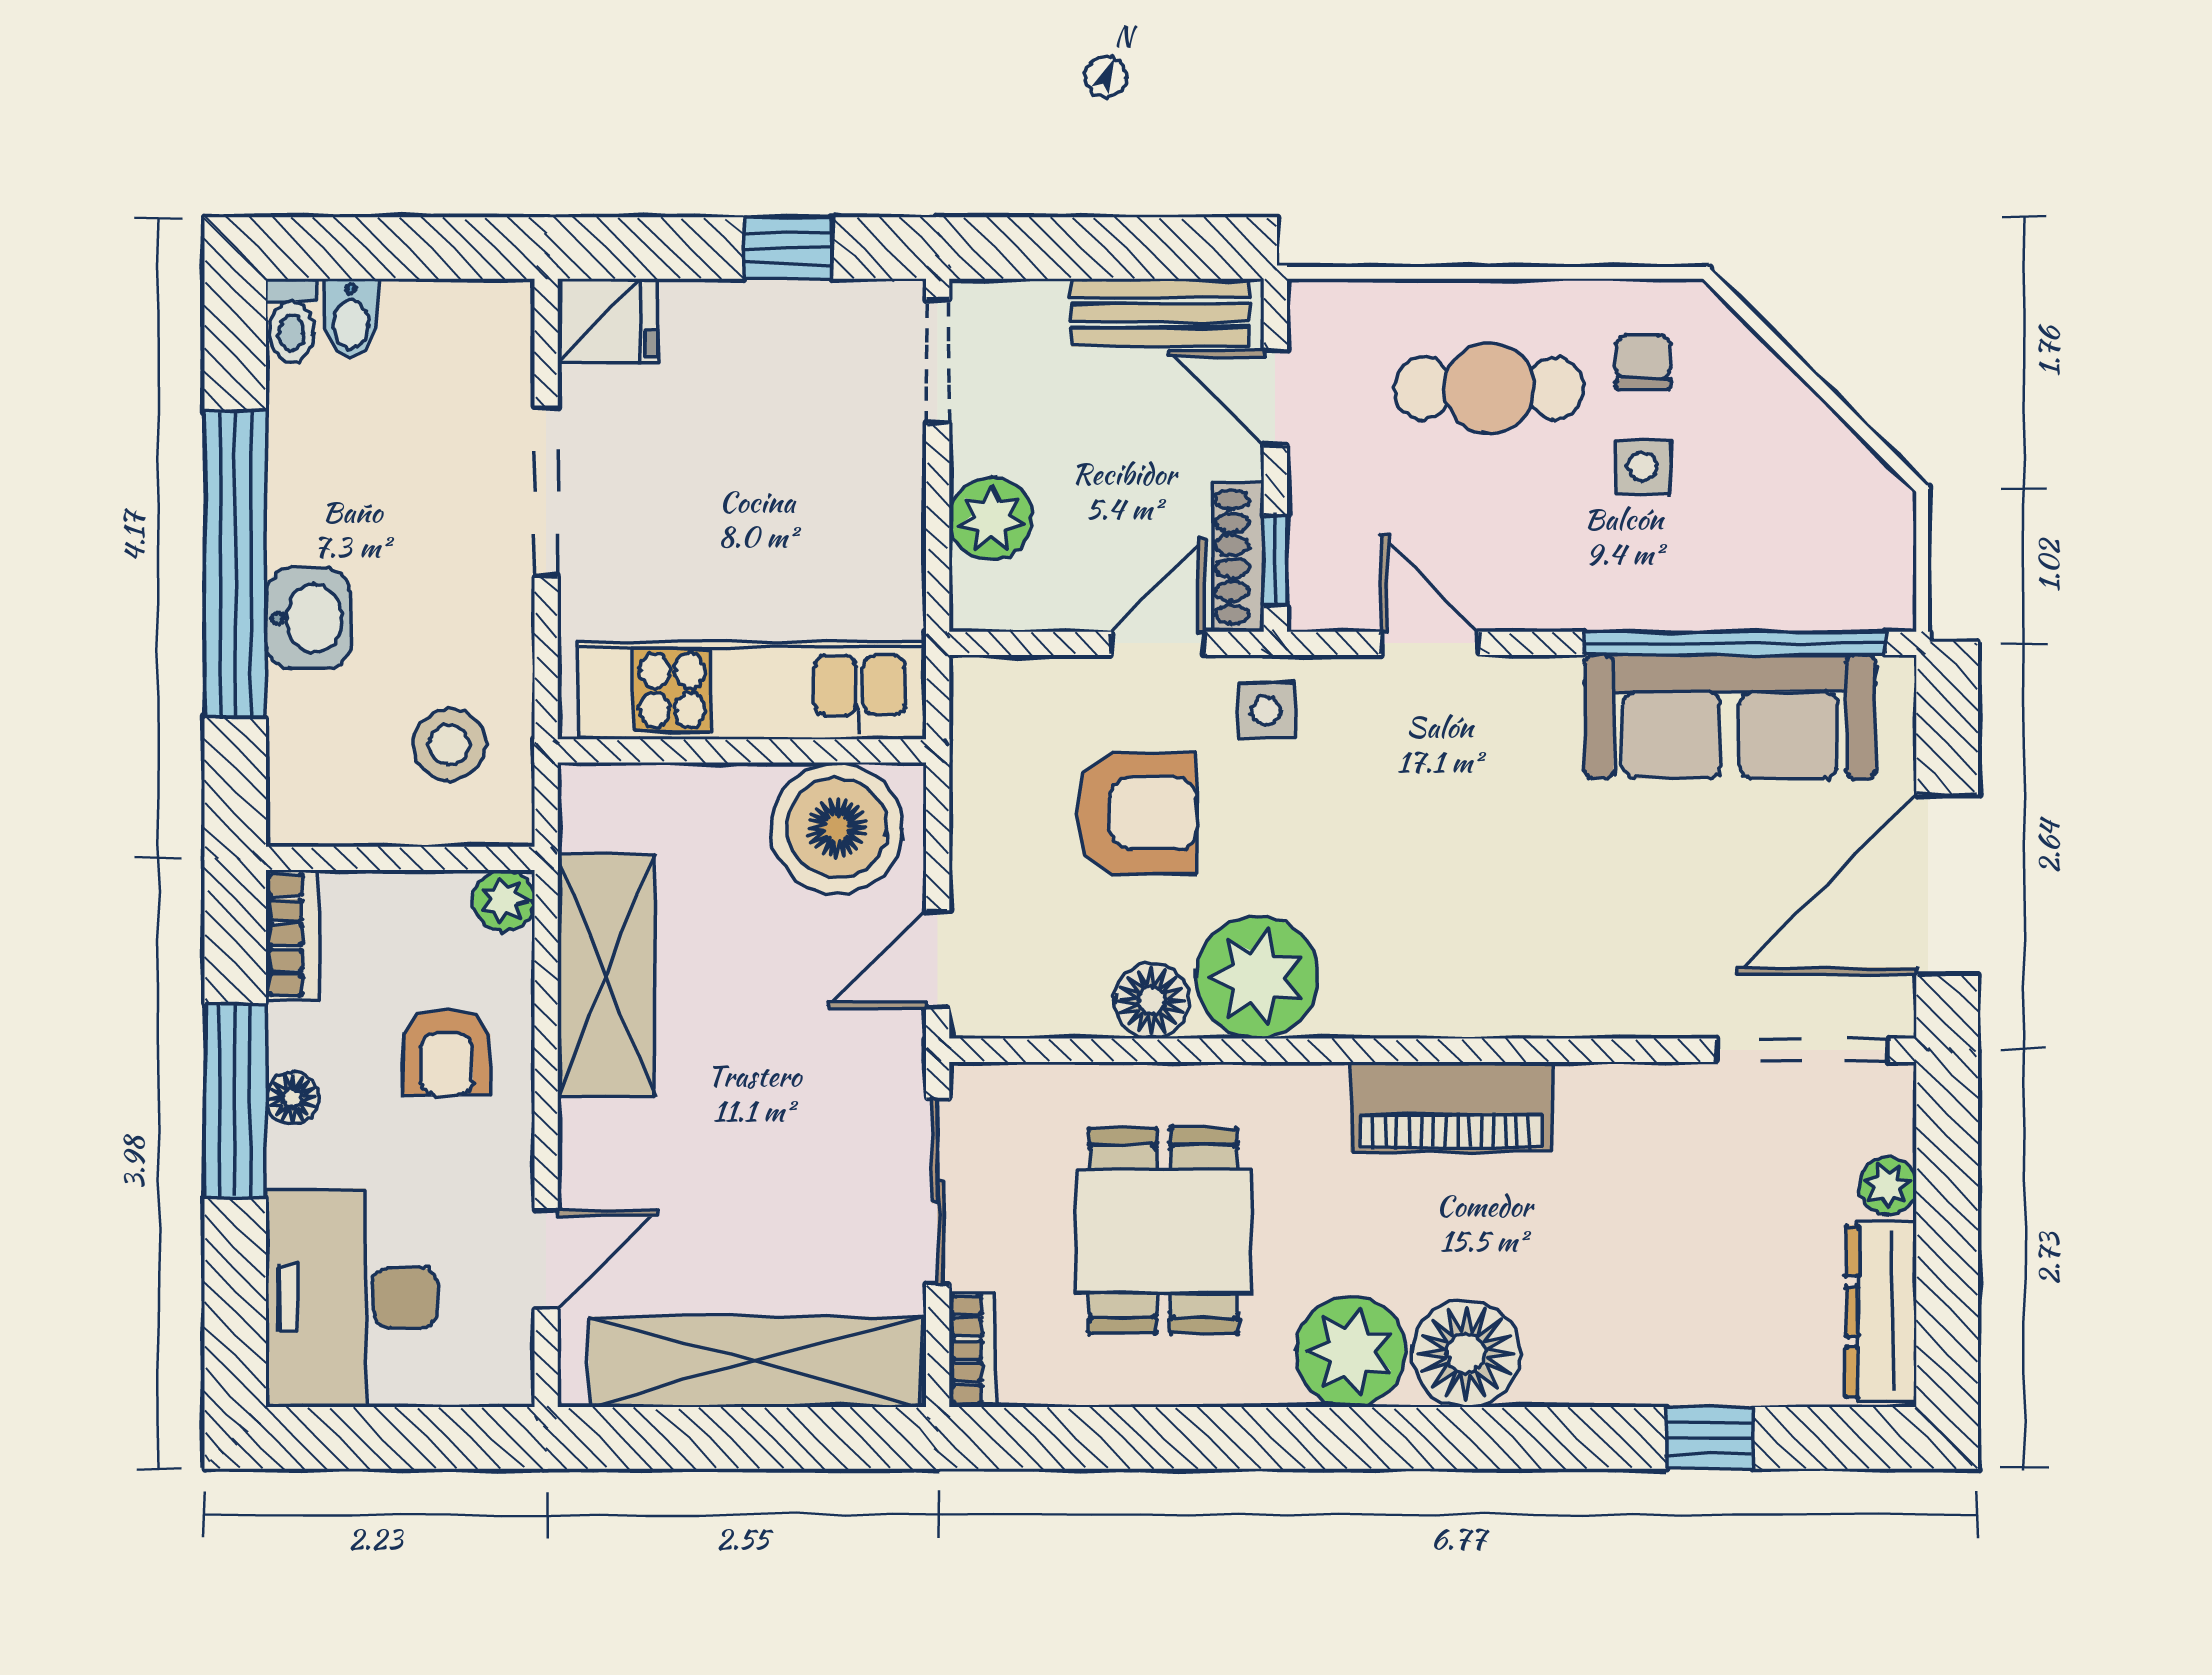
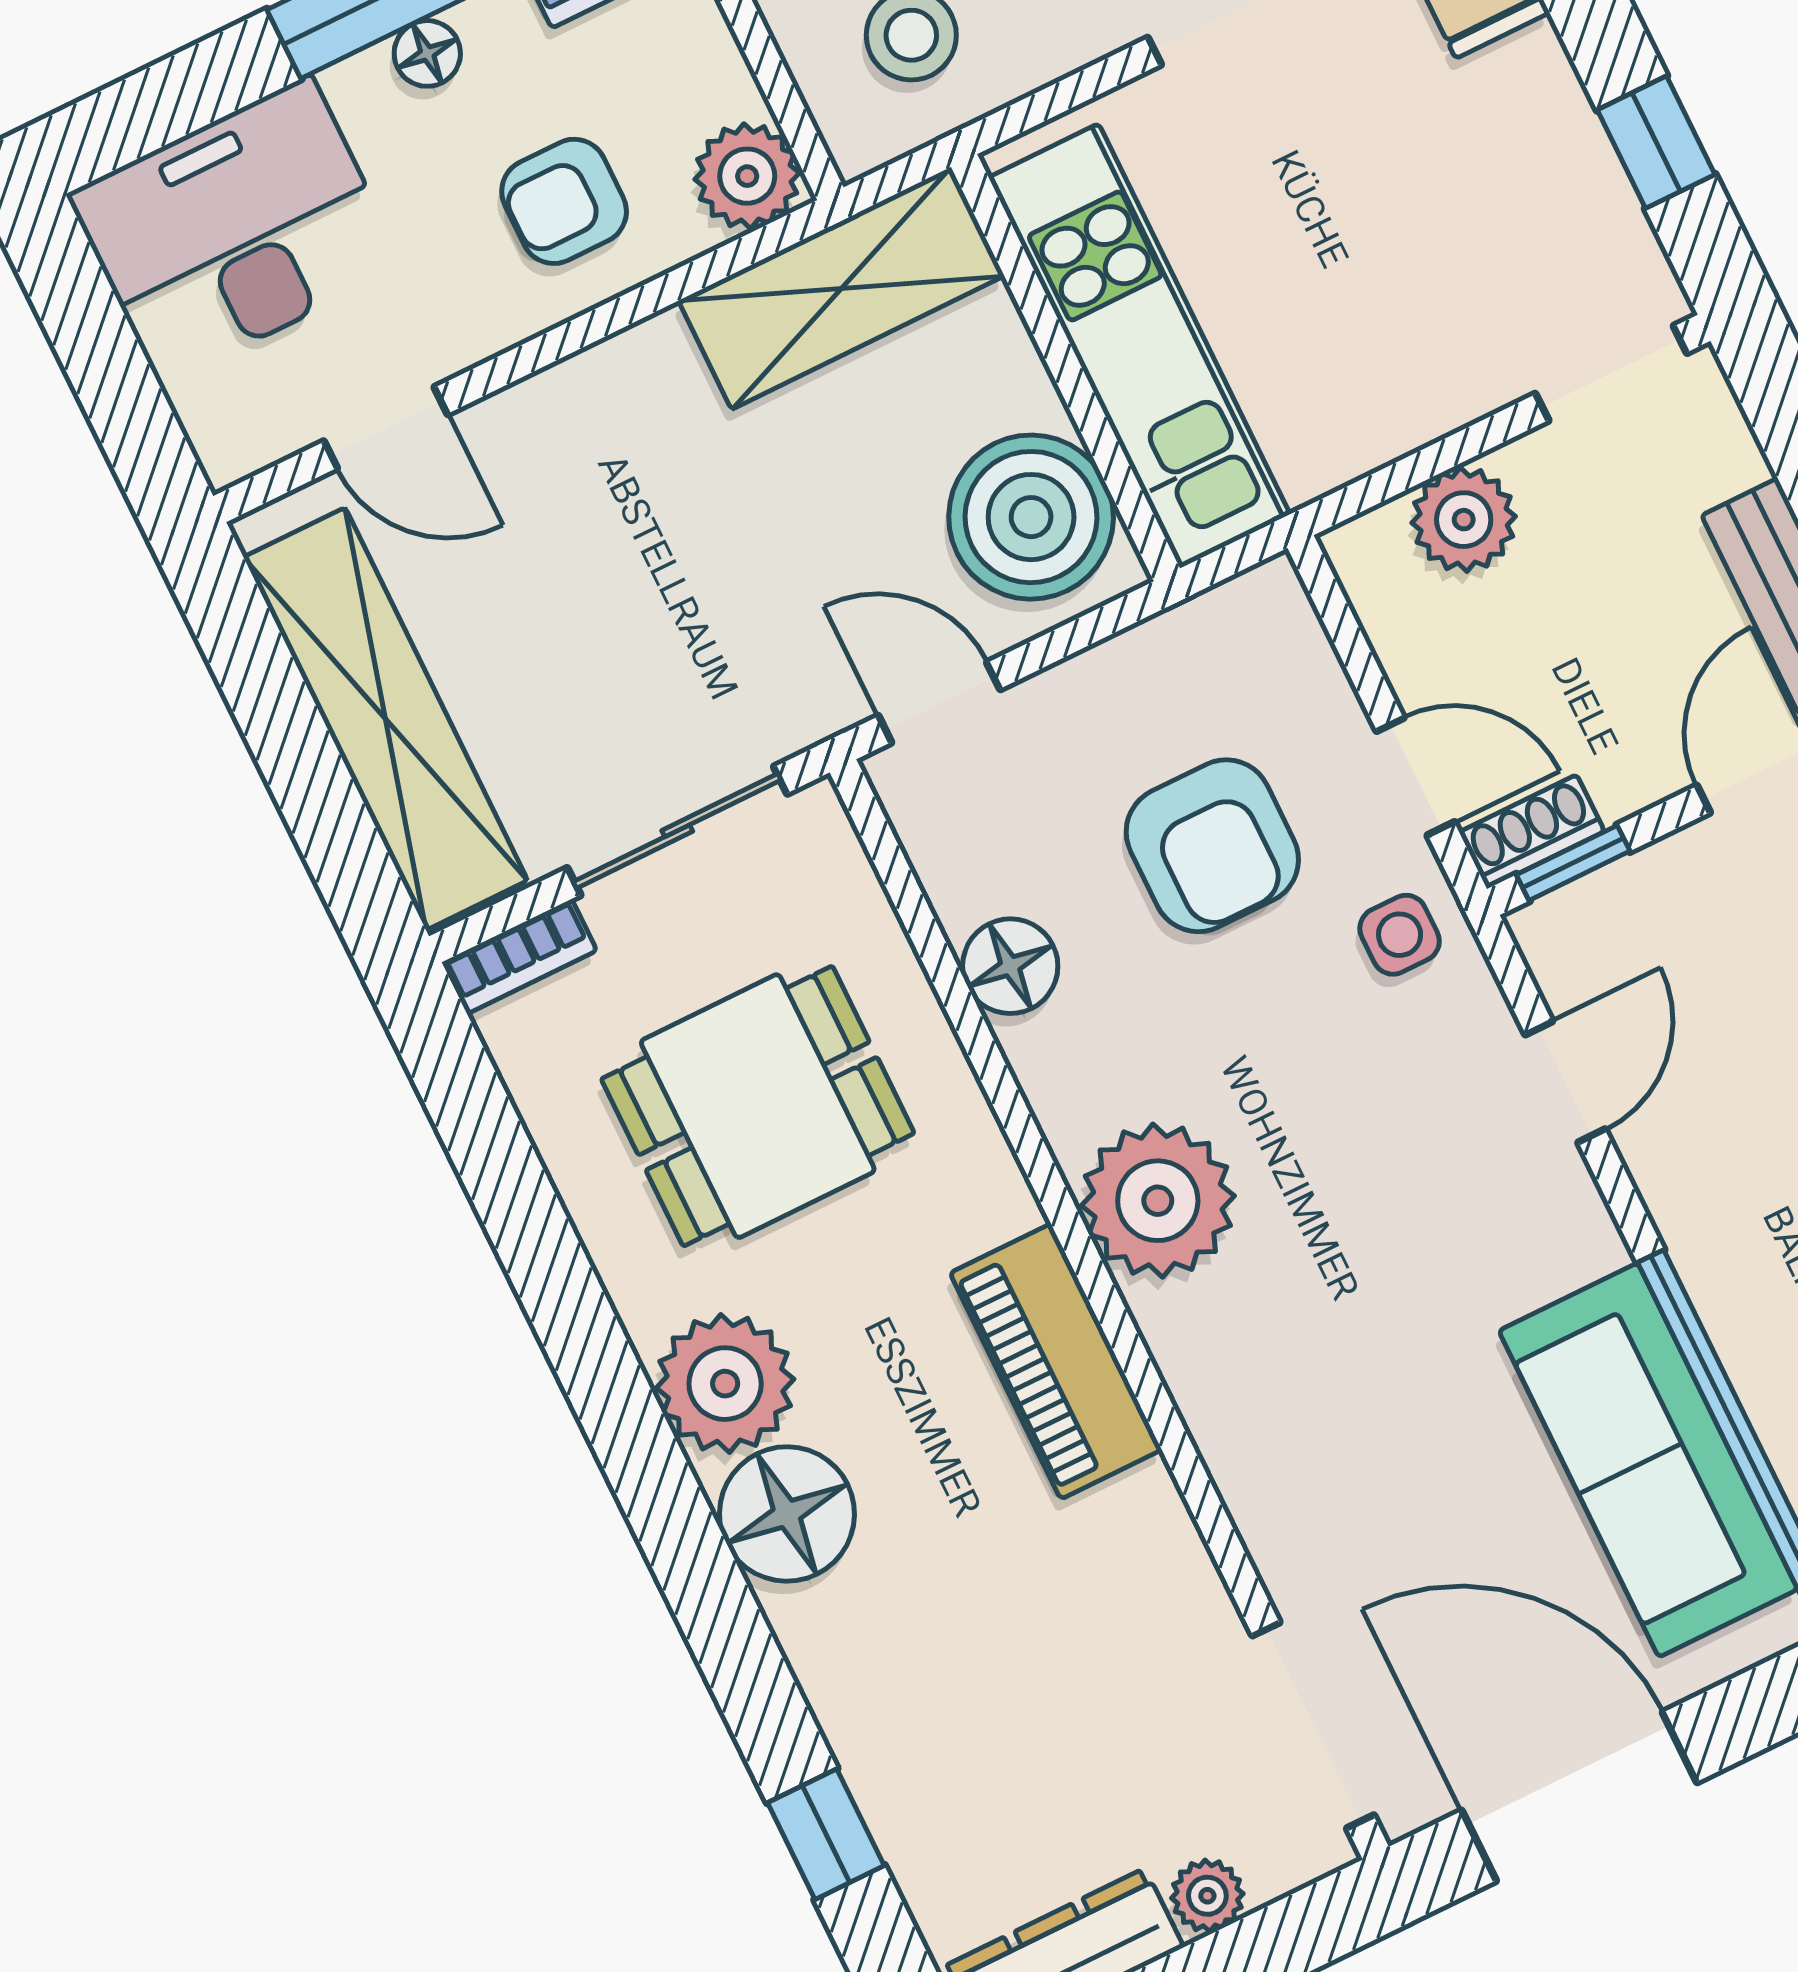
shoe rack: (1238, 557) -> (1532, 832), width x0.70
plant: (504, 900) -> (747, 176), width x1.38, depth x1.38
shelving: (606, 975) -> (841, 288), moved
plant: (1257, 977) -> (1158, 1201), moved

